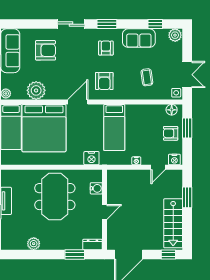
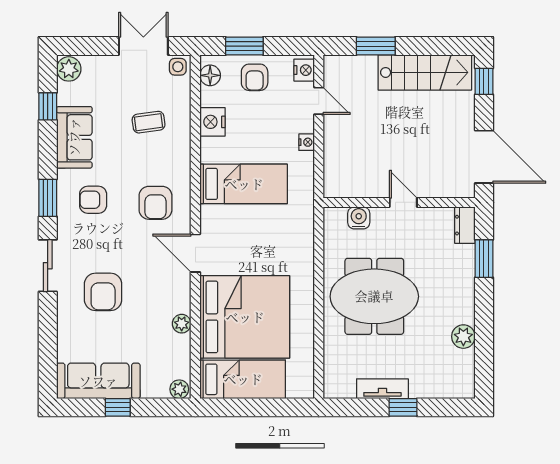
armchair: (46, 50) -> (103, 292), moved, turned 180
armchair: (104, 81) -> (155, 203), turned 90
plant: (36, 90) -> (182, 324), width x0.53, depth x0.53
nightstand: (91, 158) -> (212, 122), moved, turned 180

